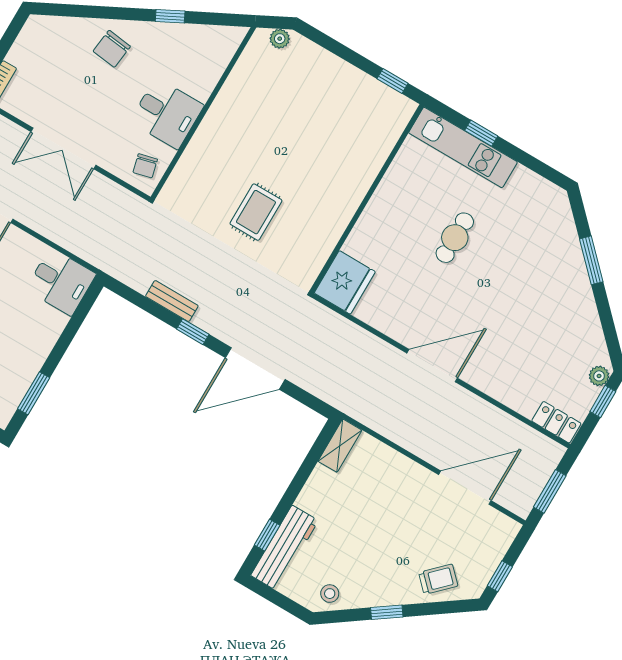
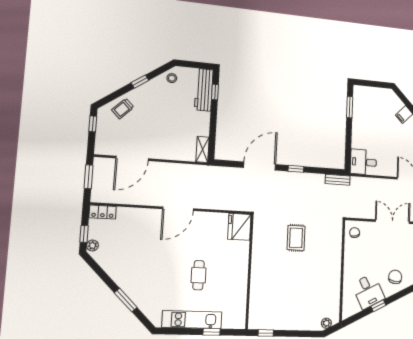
desk: (167, 113) -> (368, 291), moved, turned -117
kitchen unit: (463, 147) -> (192, 320), moved
bench: (172, 301) -> (338, 180), moved

